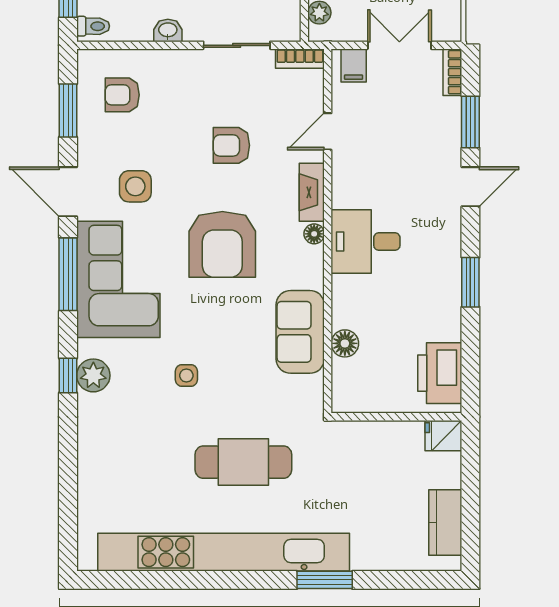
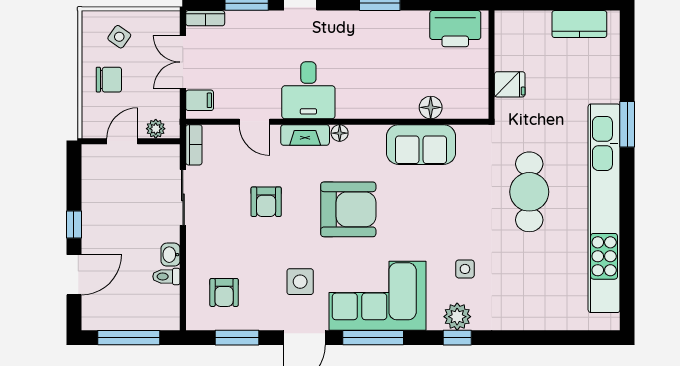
toilet: (93, 26) -> (166, 276), moved, turned -90
desk: (366, 242) -> (308, 90), moved
side table: (186, 375) -> (465, 269), moved
fridge: (443, 436) -> (510, 84), moved, turned -90

